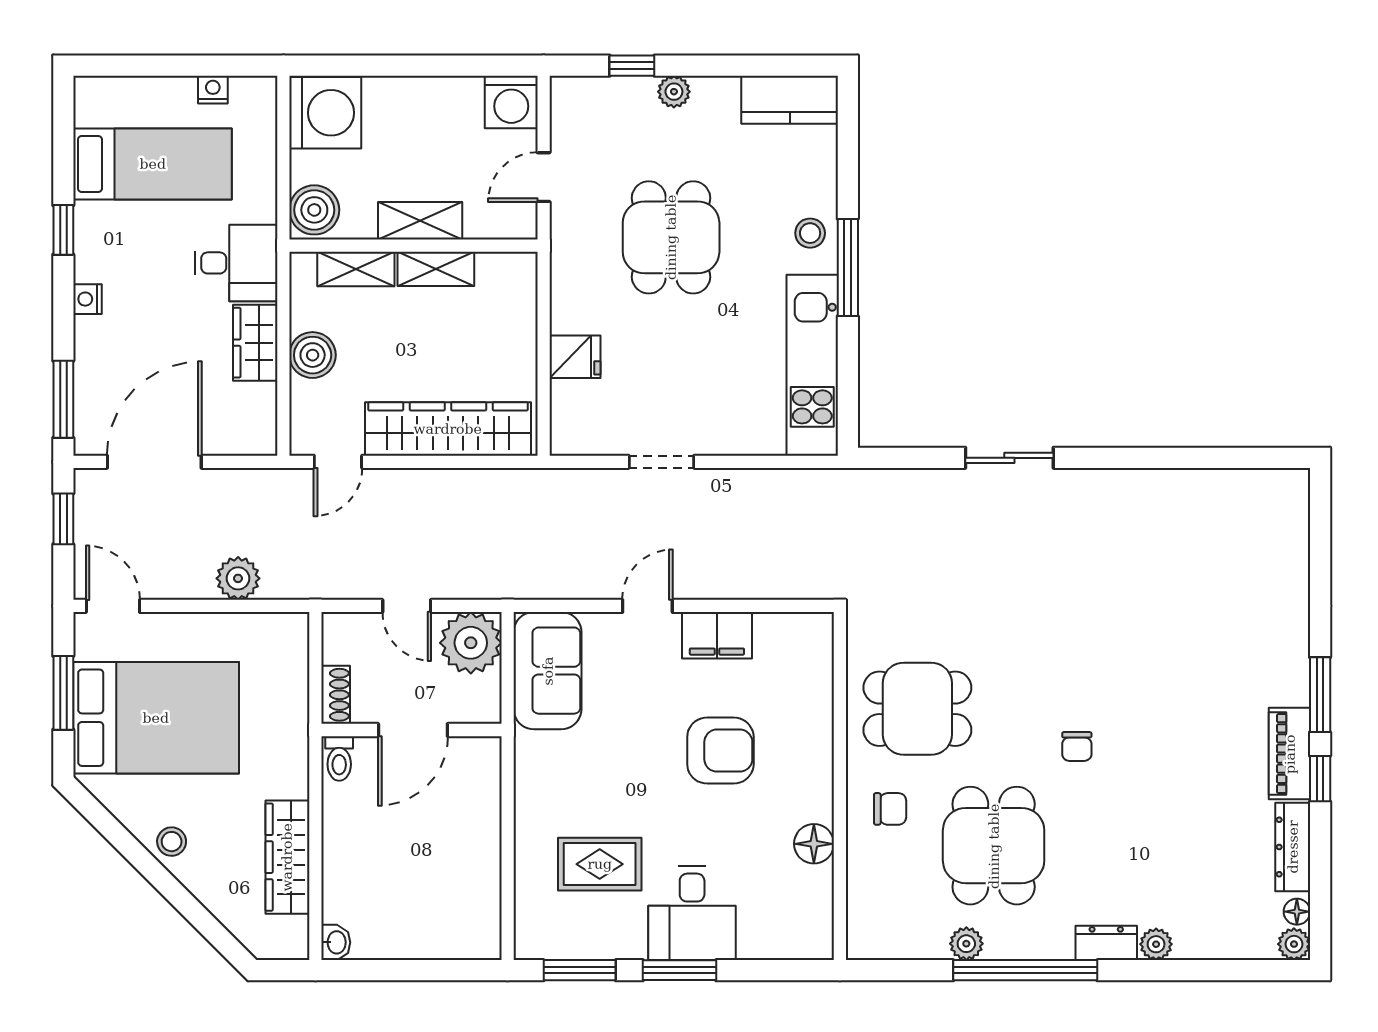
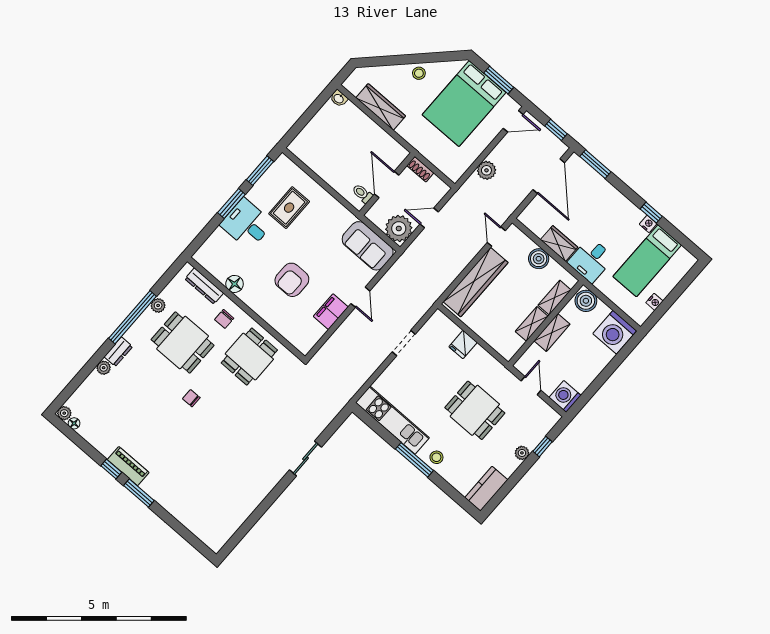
nightstand: (87, 299) -> (648, 224), moved
toilet: (339, 758) -> (362, 194), moved
dresser: (1293, 847) -> (204, 286), moved, turned 180

